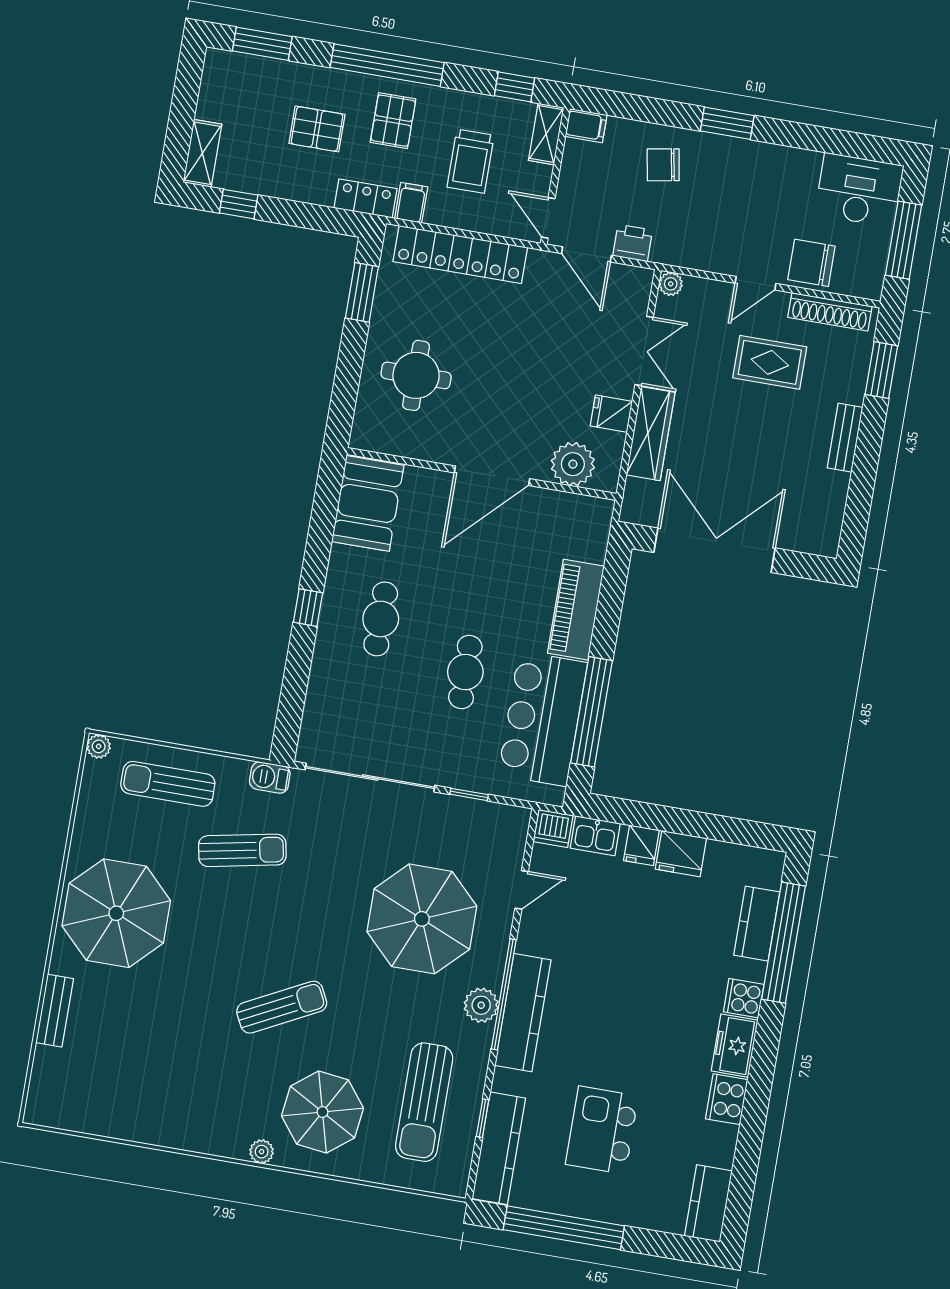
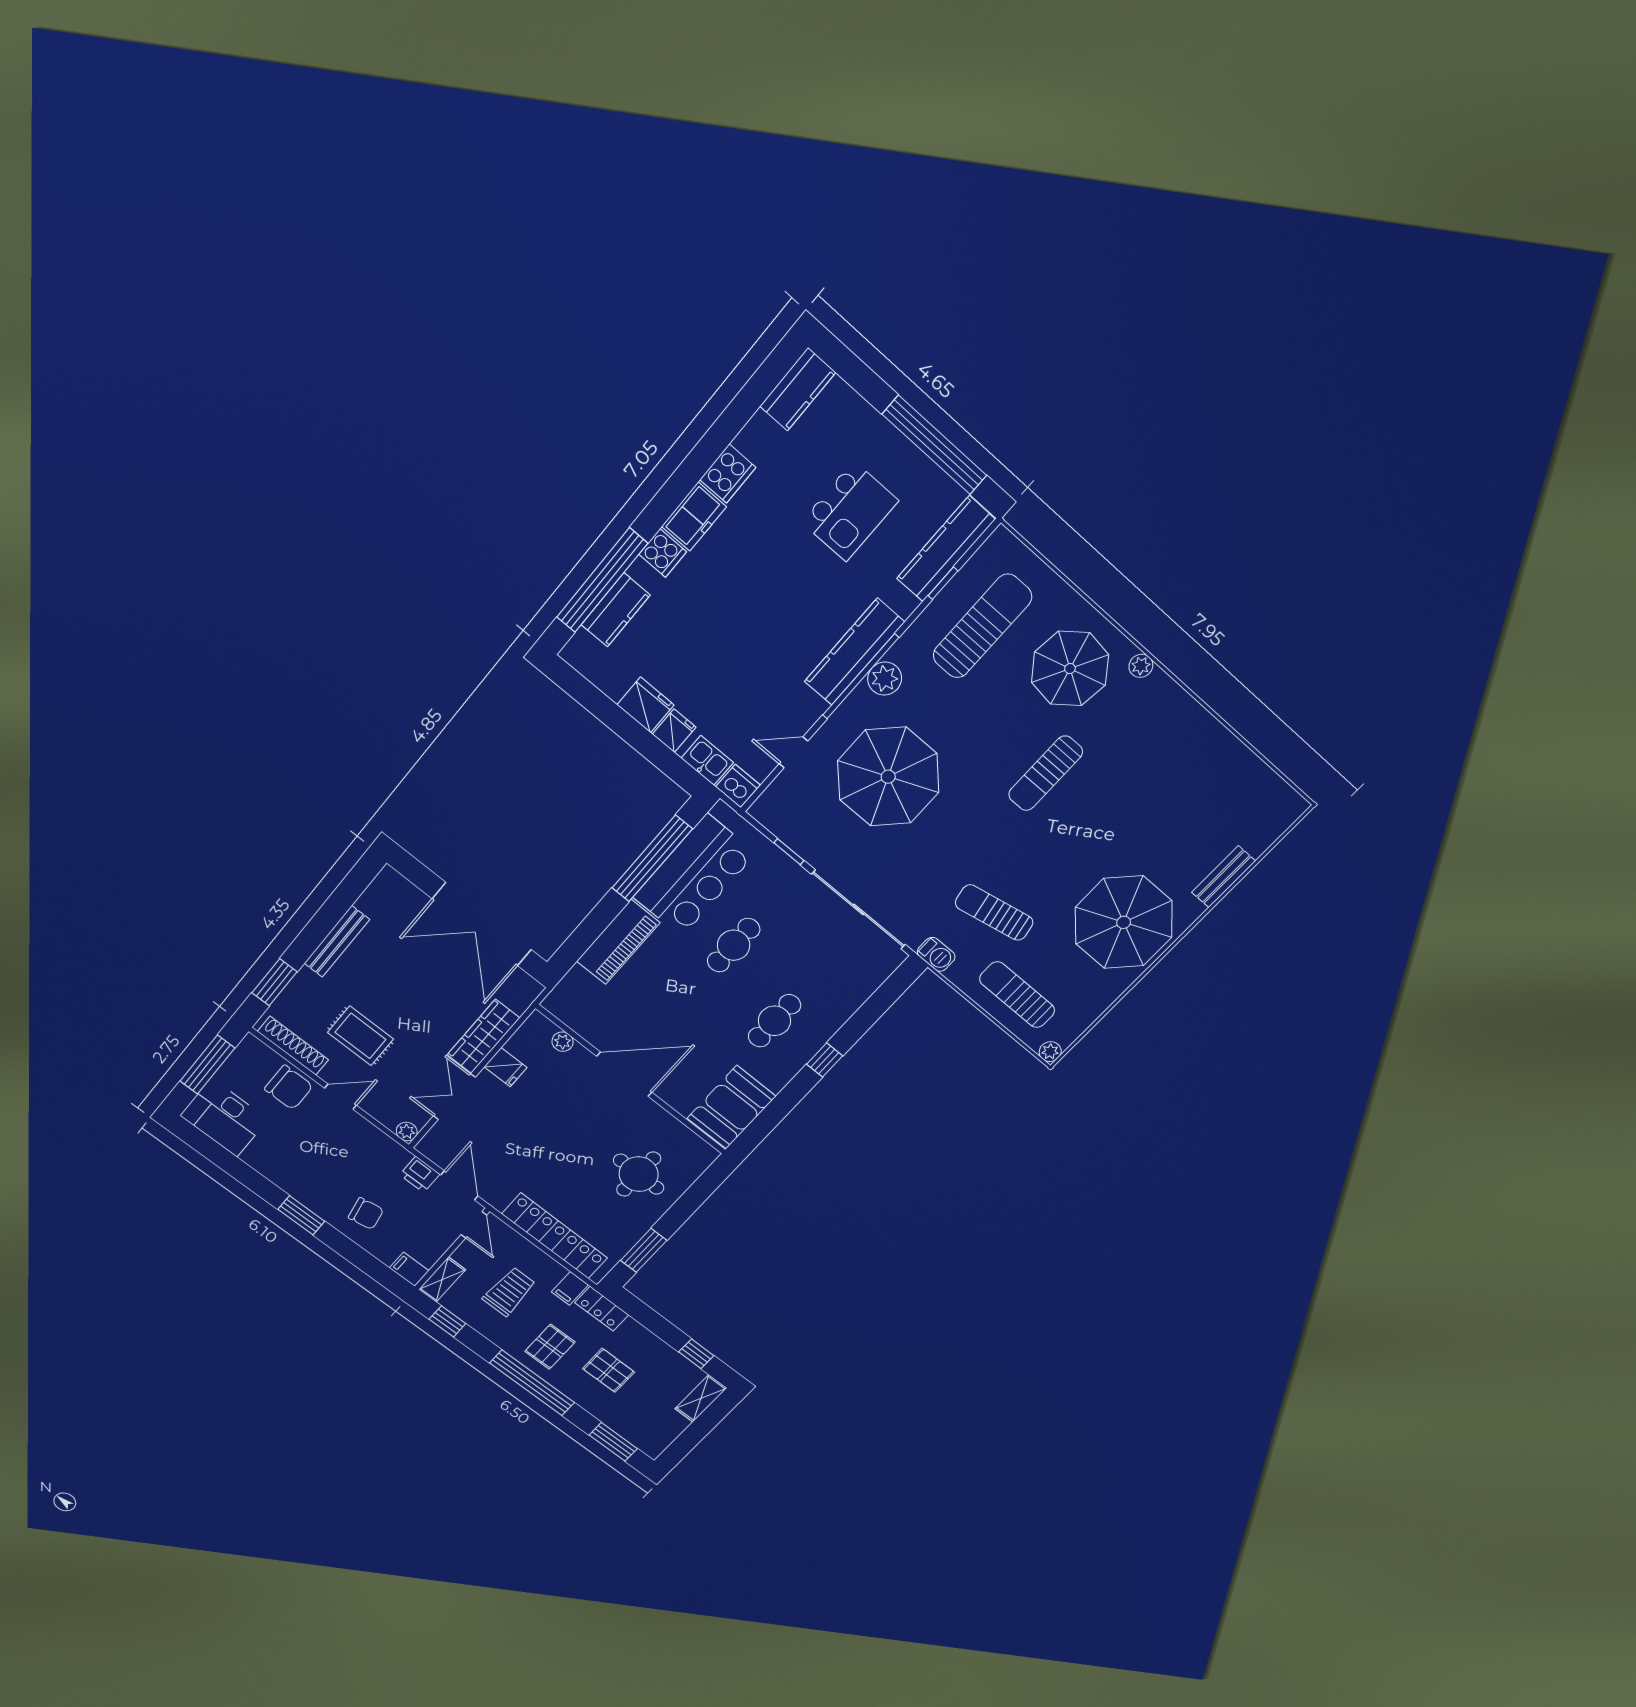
bench: (845, 438) -> (337, 941), width x1.36
plant: (573, 464) -> (563, 1042), width x0.53, depth x0.53
sun lounger: (168, 784) -> (1017, 995), turned 180
sun lounger: (282, 1007) -> (1046, 773), turned -63

